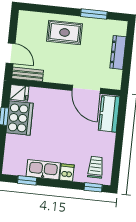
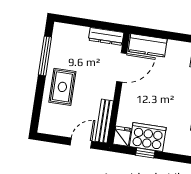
window: (94, 14) -> (45, 56), width x1.44
dresser: (118, 52) -> (106, 36), moved
bench: (28, 74) -> (104, 121), width x1.36

